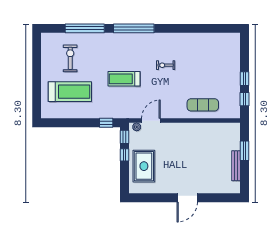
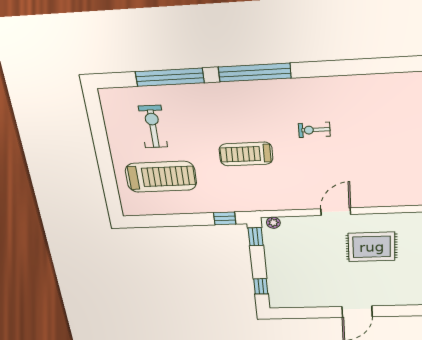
exercise mat: (203, 105) -> (379, 187), removed
door: (151, 121) -> (336, 212), moved
window: (125, 155) -> (261, 286), moved
rug: (144, 166) -> (372, 247), moved, turned 90

